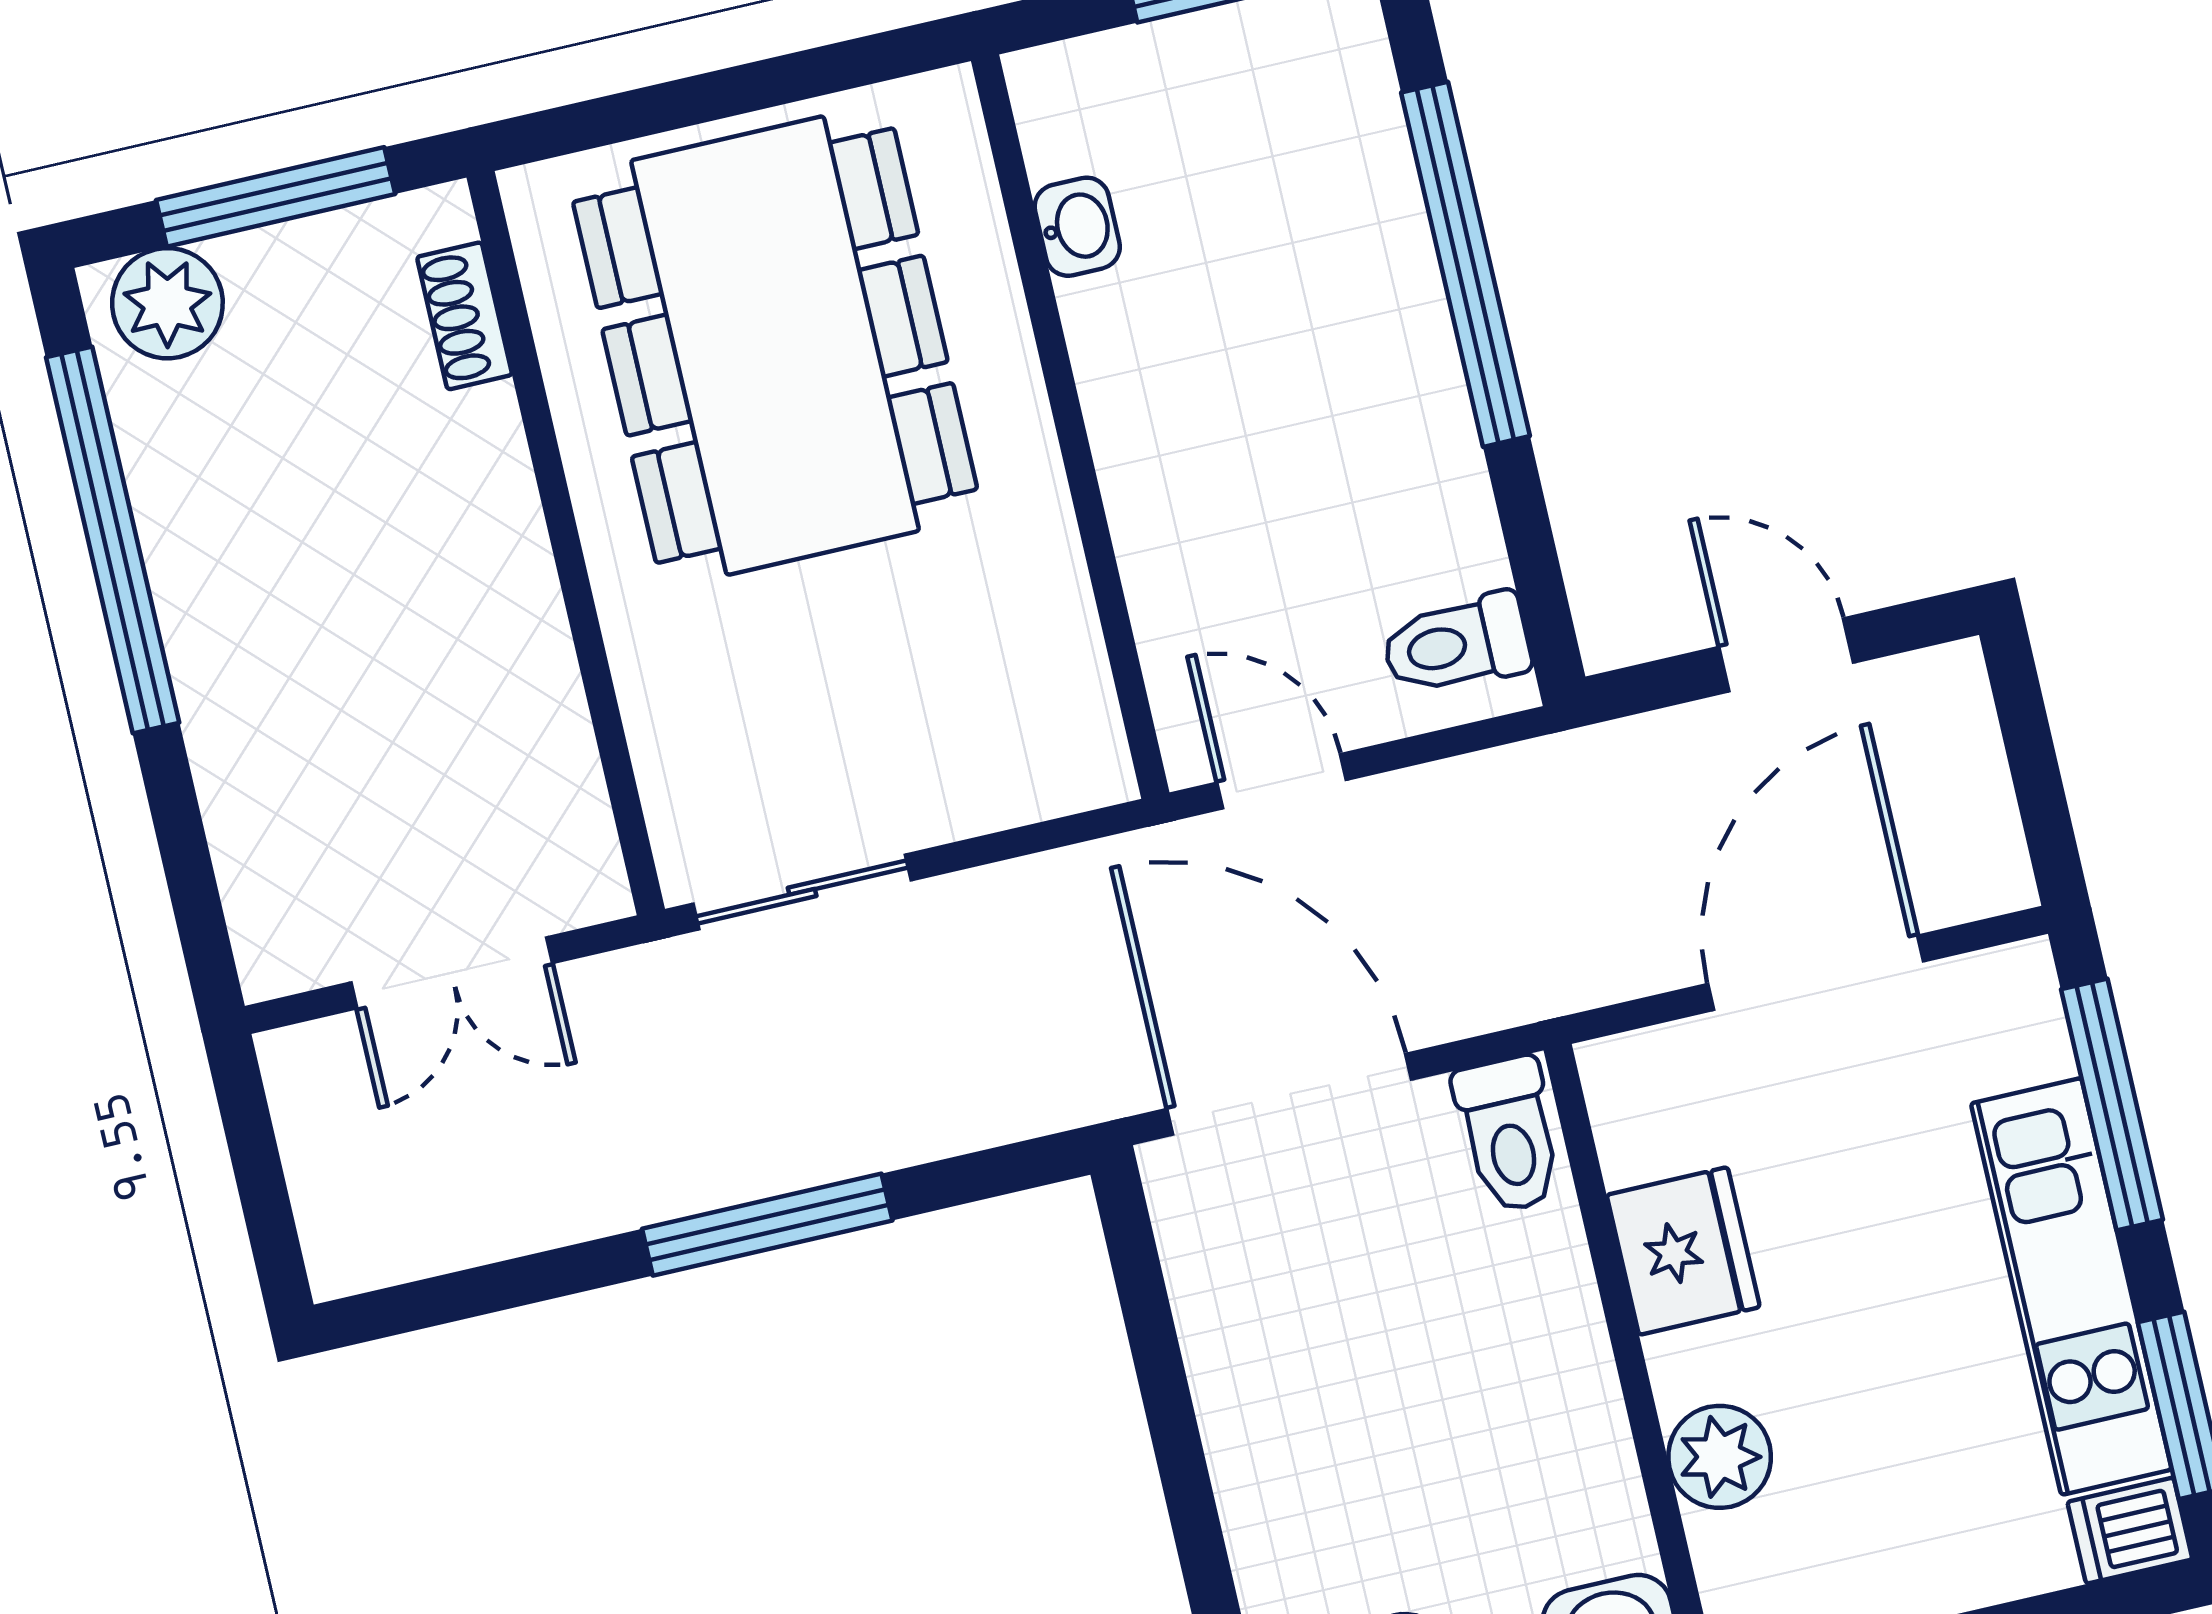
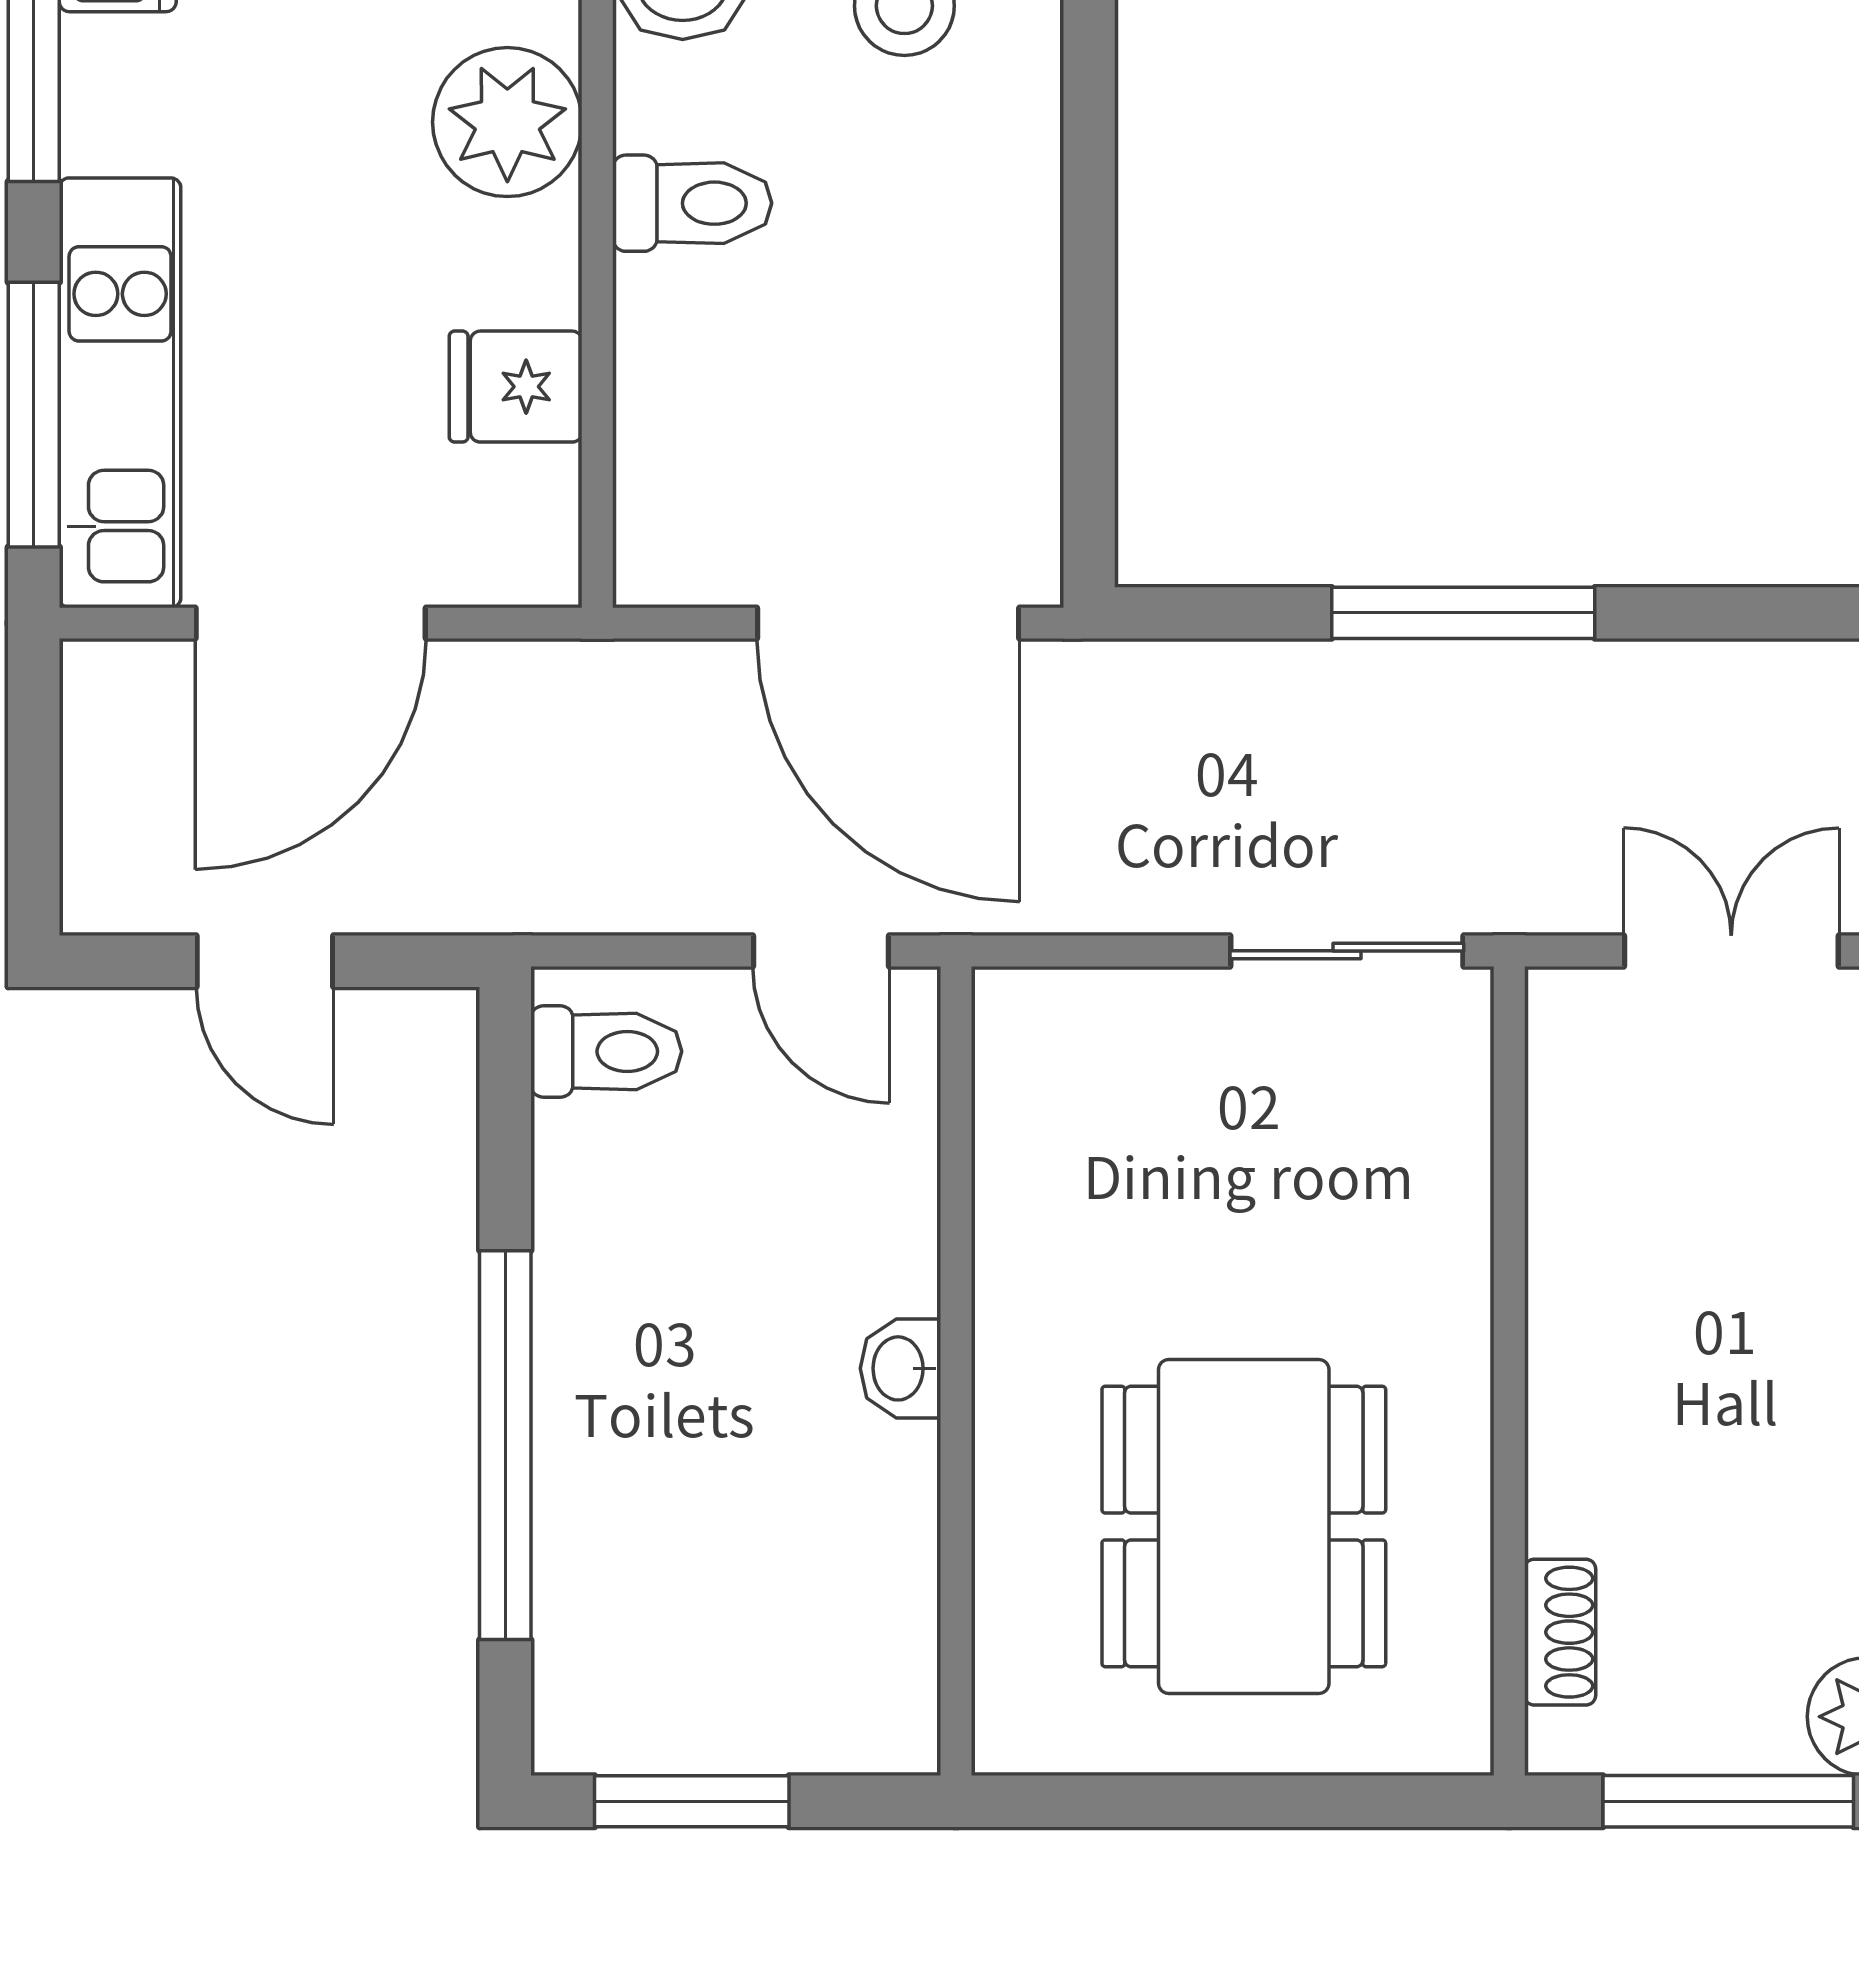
washbasin: (1077, 227) -> (900, 1368), moved
dining table: (775, 346) -> (1244, 1526), width x0.73, depth x0.80
toilet: (1509, 1135) -> (692, 203), moved, turned 90
fridge: (1683, 1251) -> (516, 387), width x0.72
kitchen unit: (2071, 1286) -> (120, 393), moved
plant: (1720, 1457) -> (507, 122), width x1.36, depth x1.36

